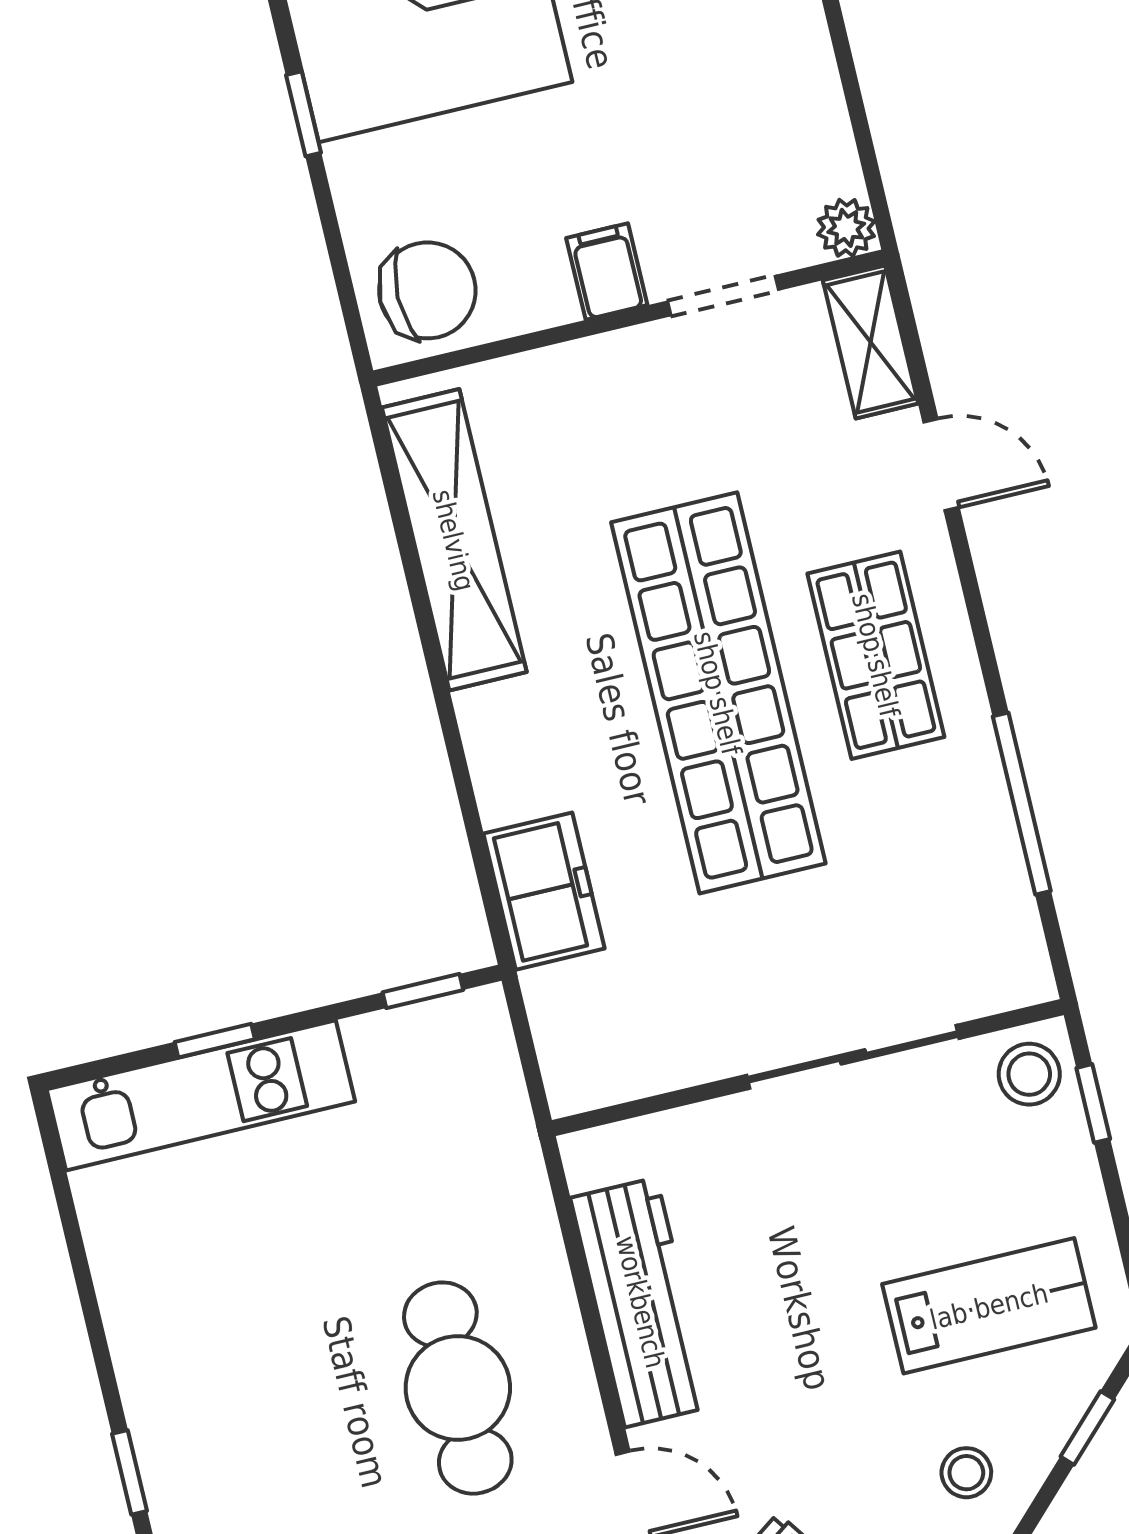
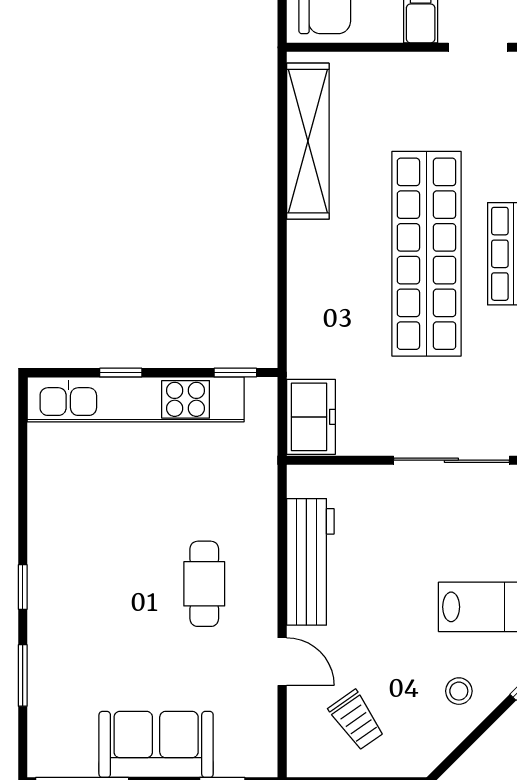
freezer: (544, 891) -> (311, 417), moved
kitchen unit: (201, 1095) -> (136, 399), width x1.36
cafe table: (458, 1388) -> (204, 584), width x0.73, depth x0.74

